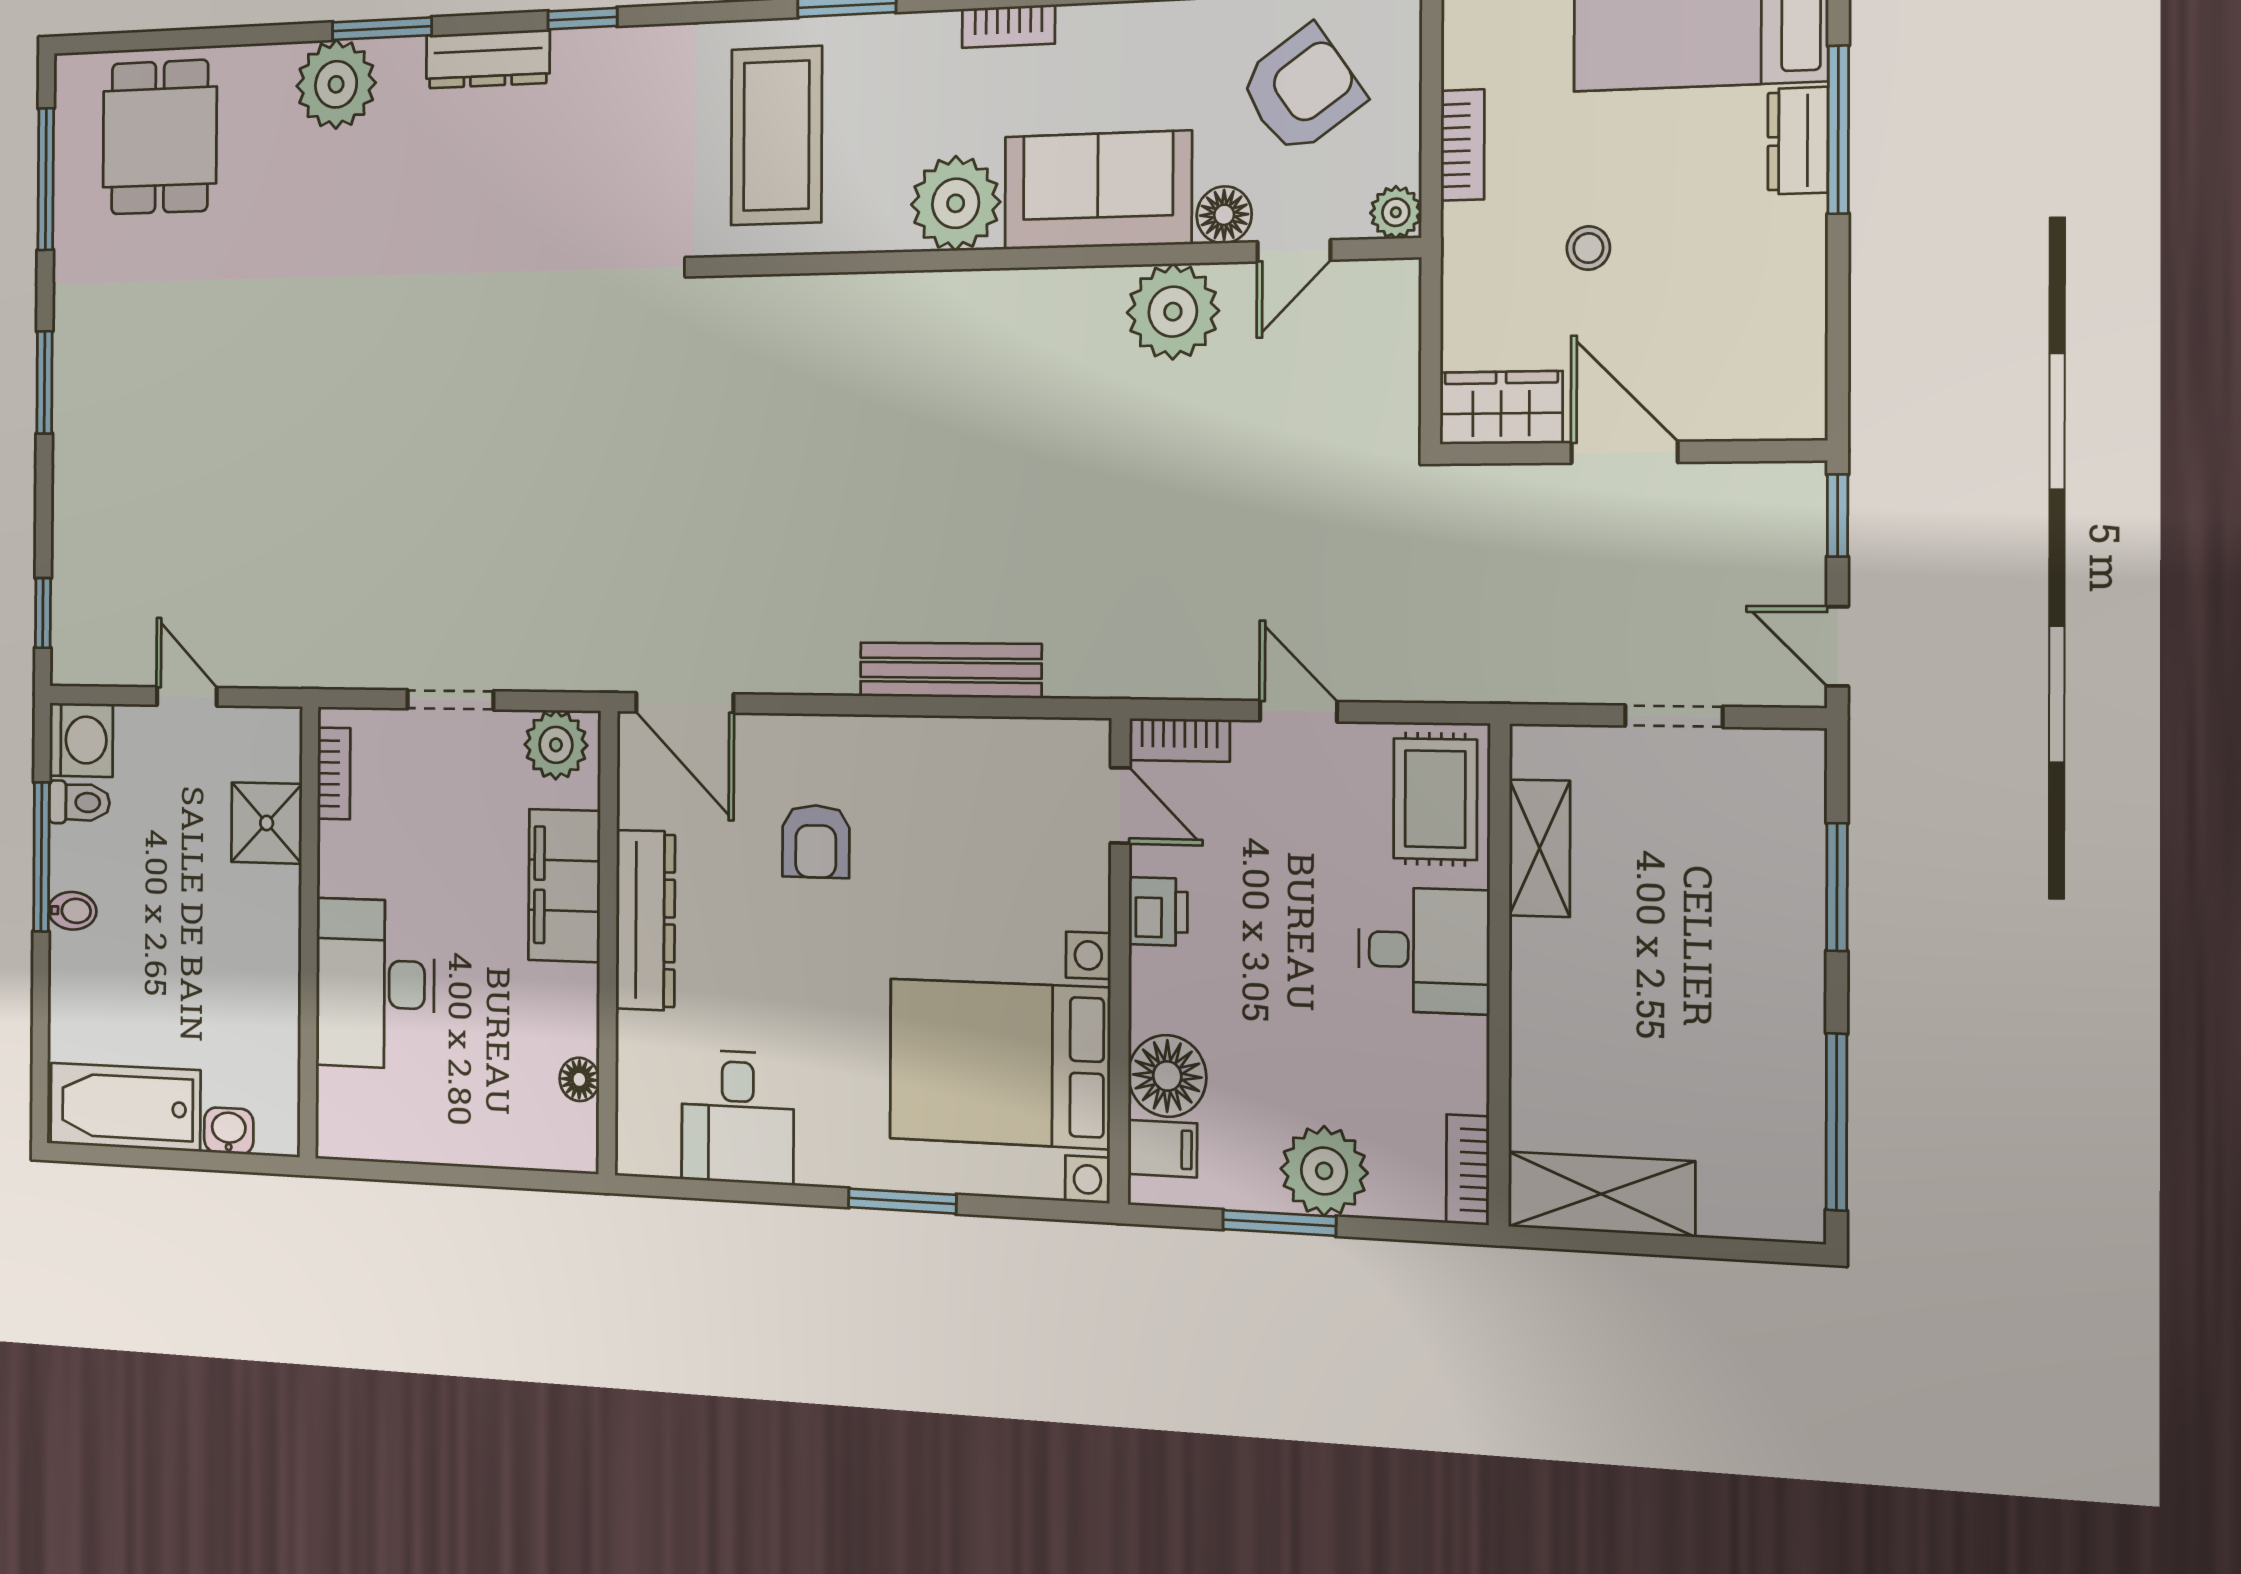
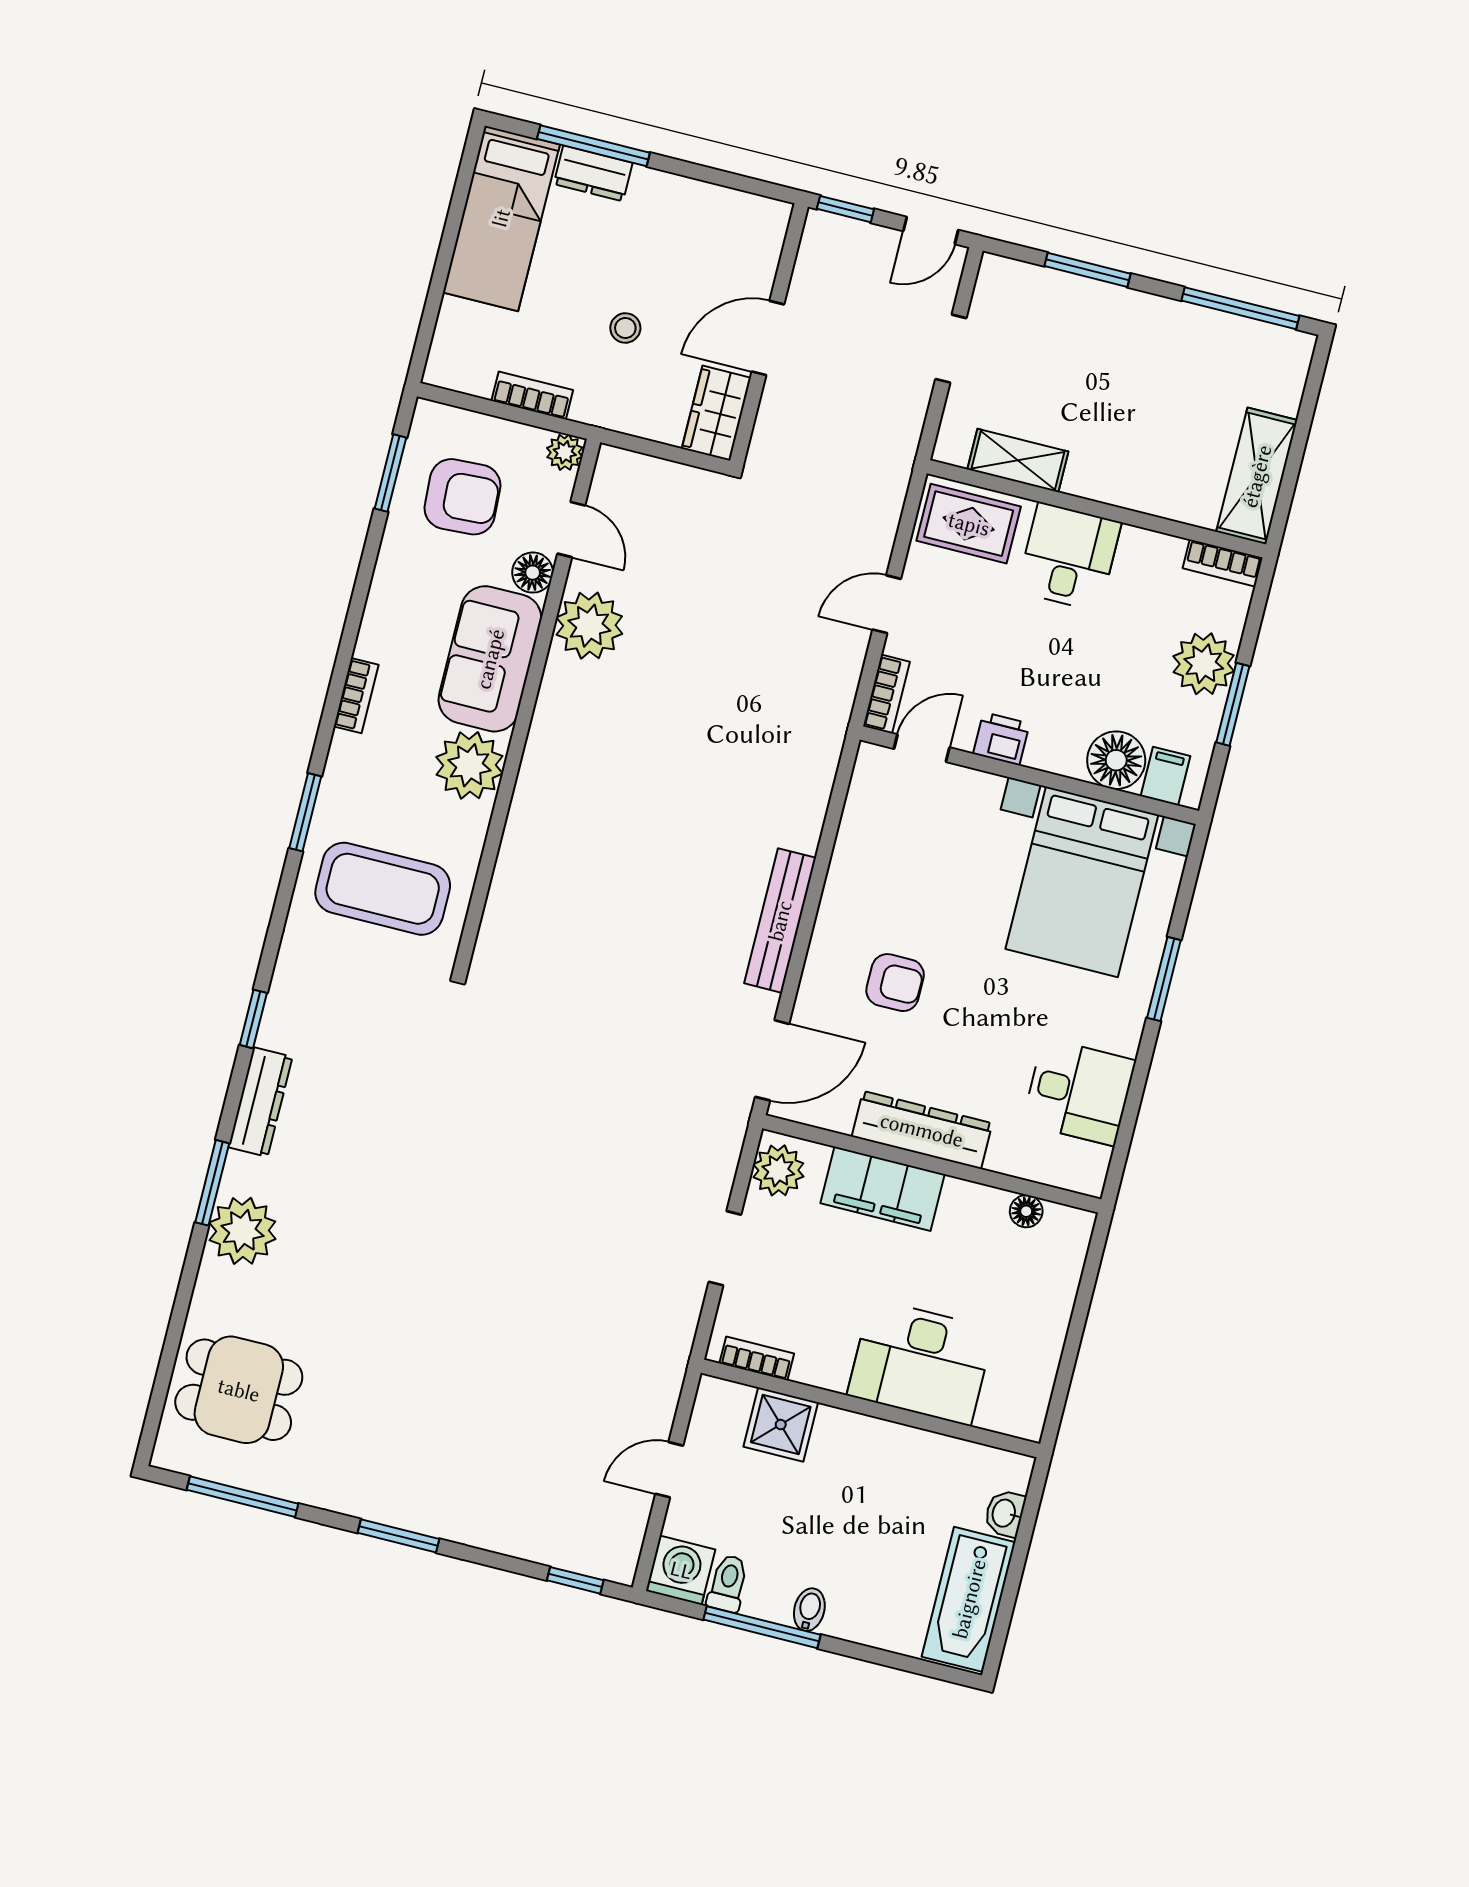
armchair: (1302, 90) -> (462, 497), turned 122
bench: (950, 670) -> (780, 921), moved

